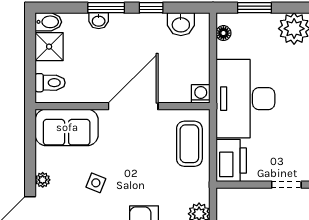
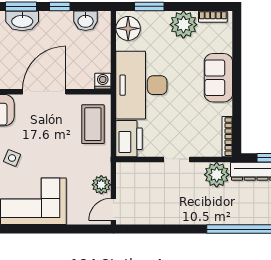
washbasin: (99, 21) -> (22, 21), width x1.91, depth x1.45
floor lamp: (223, 33) -> (128, 28), width x1.89, depth x1.89

